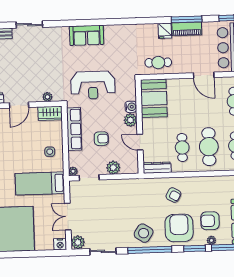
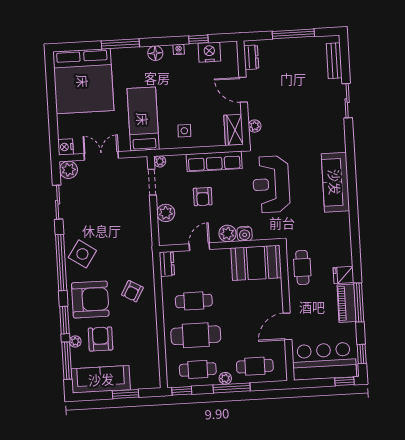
sofa: (87, 35) -> (335, 182), width x1.36
dresser: (157, 168) -> (167, 264), width x0.70

